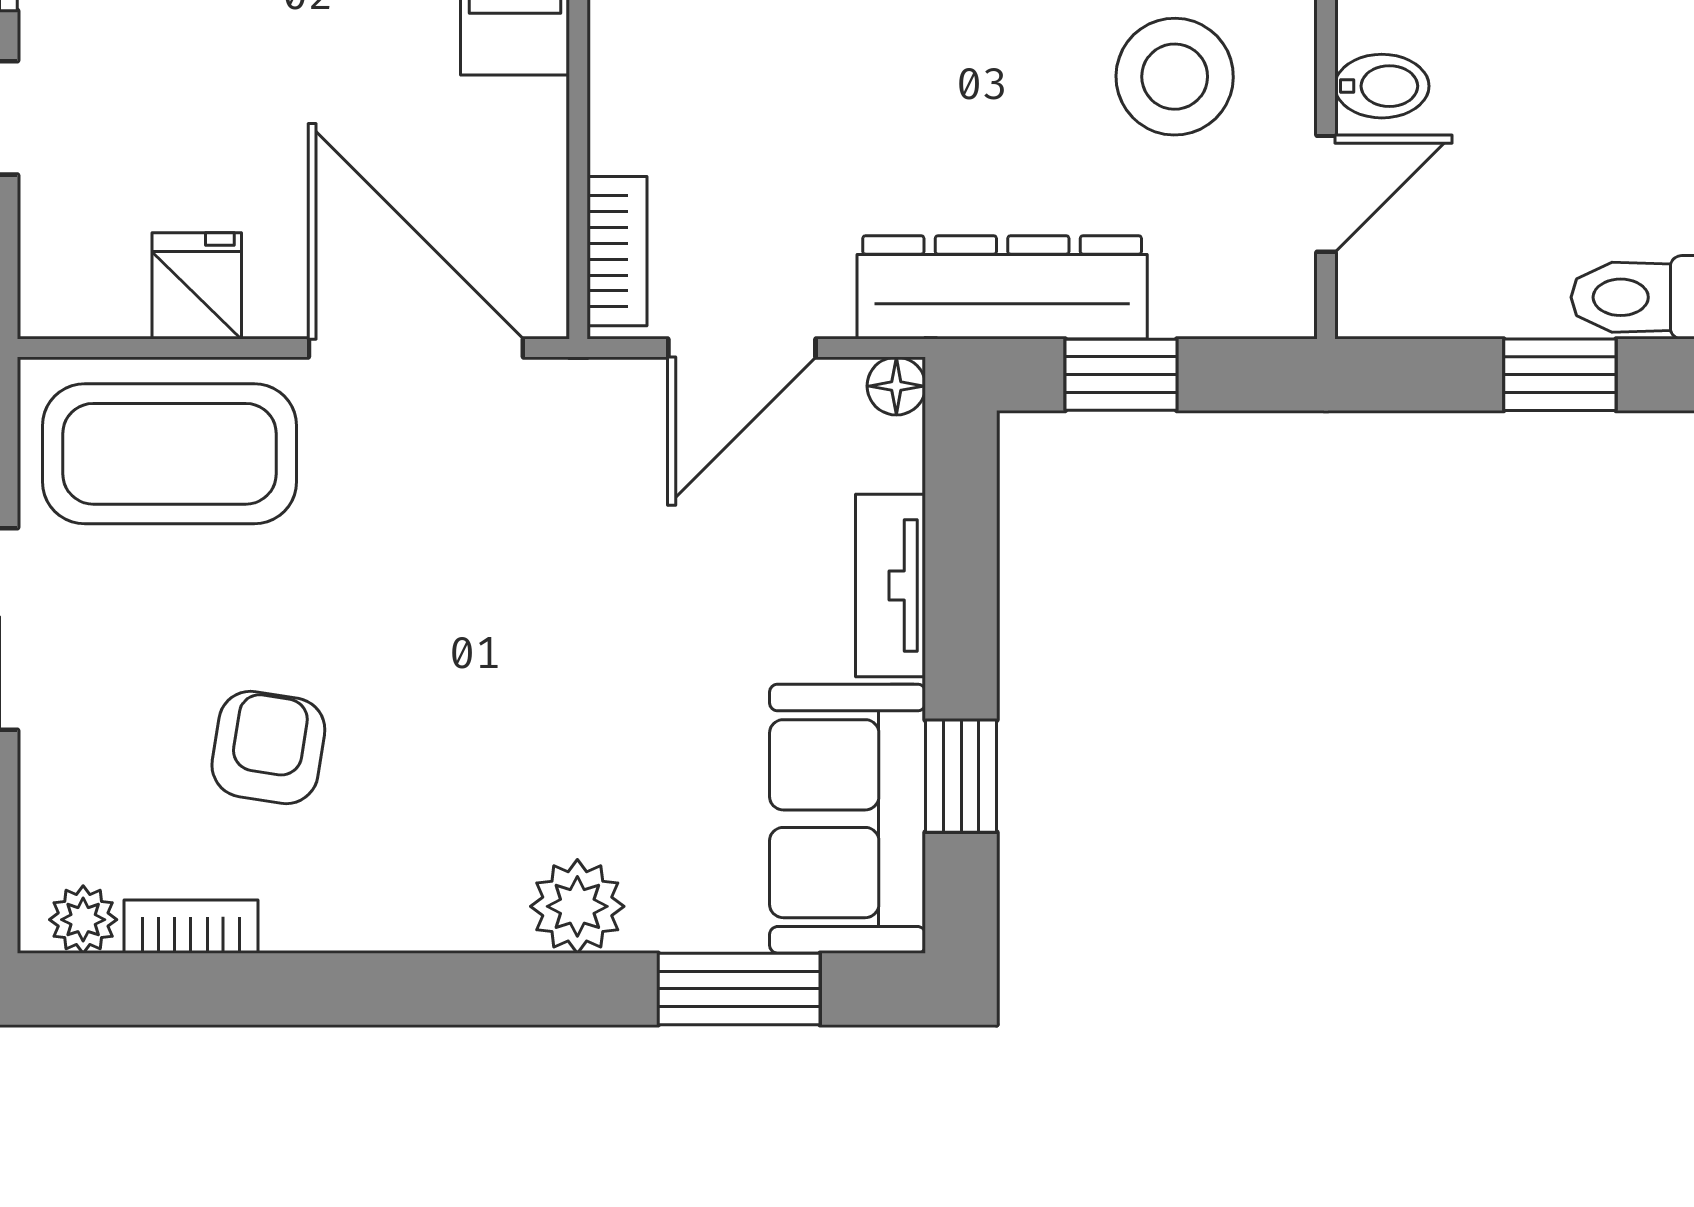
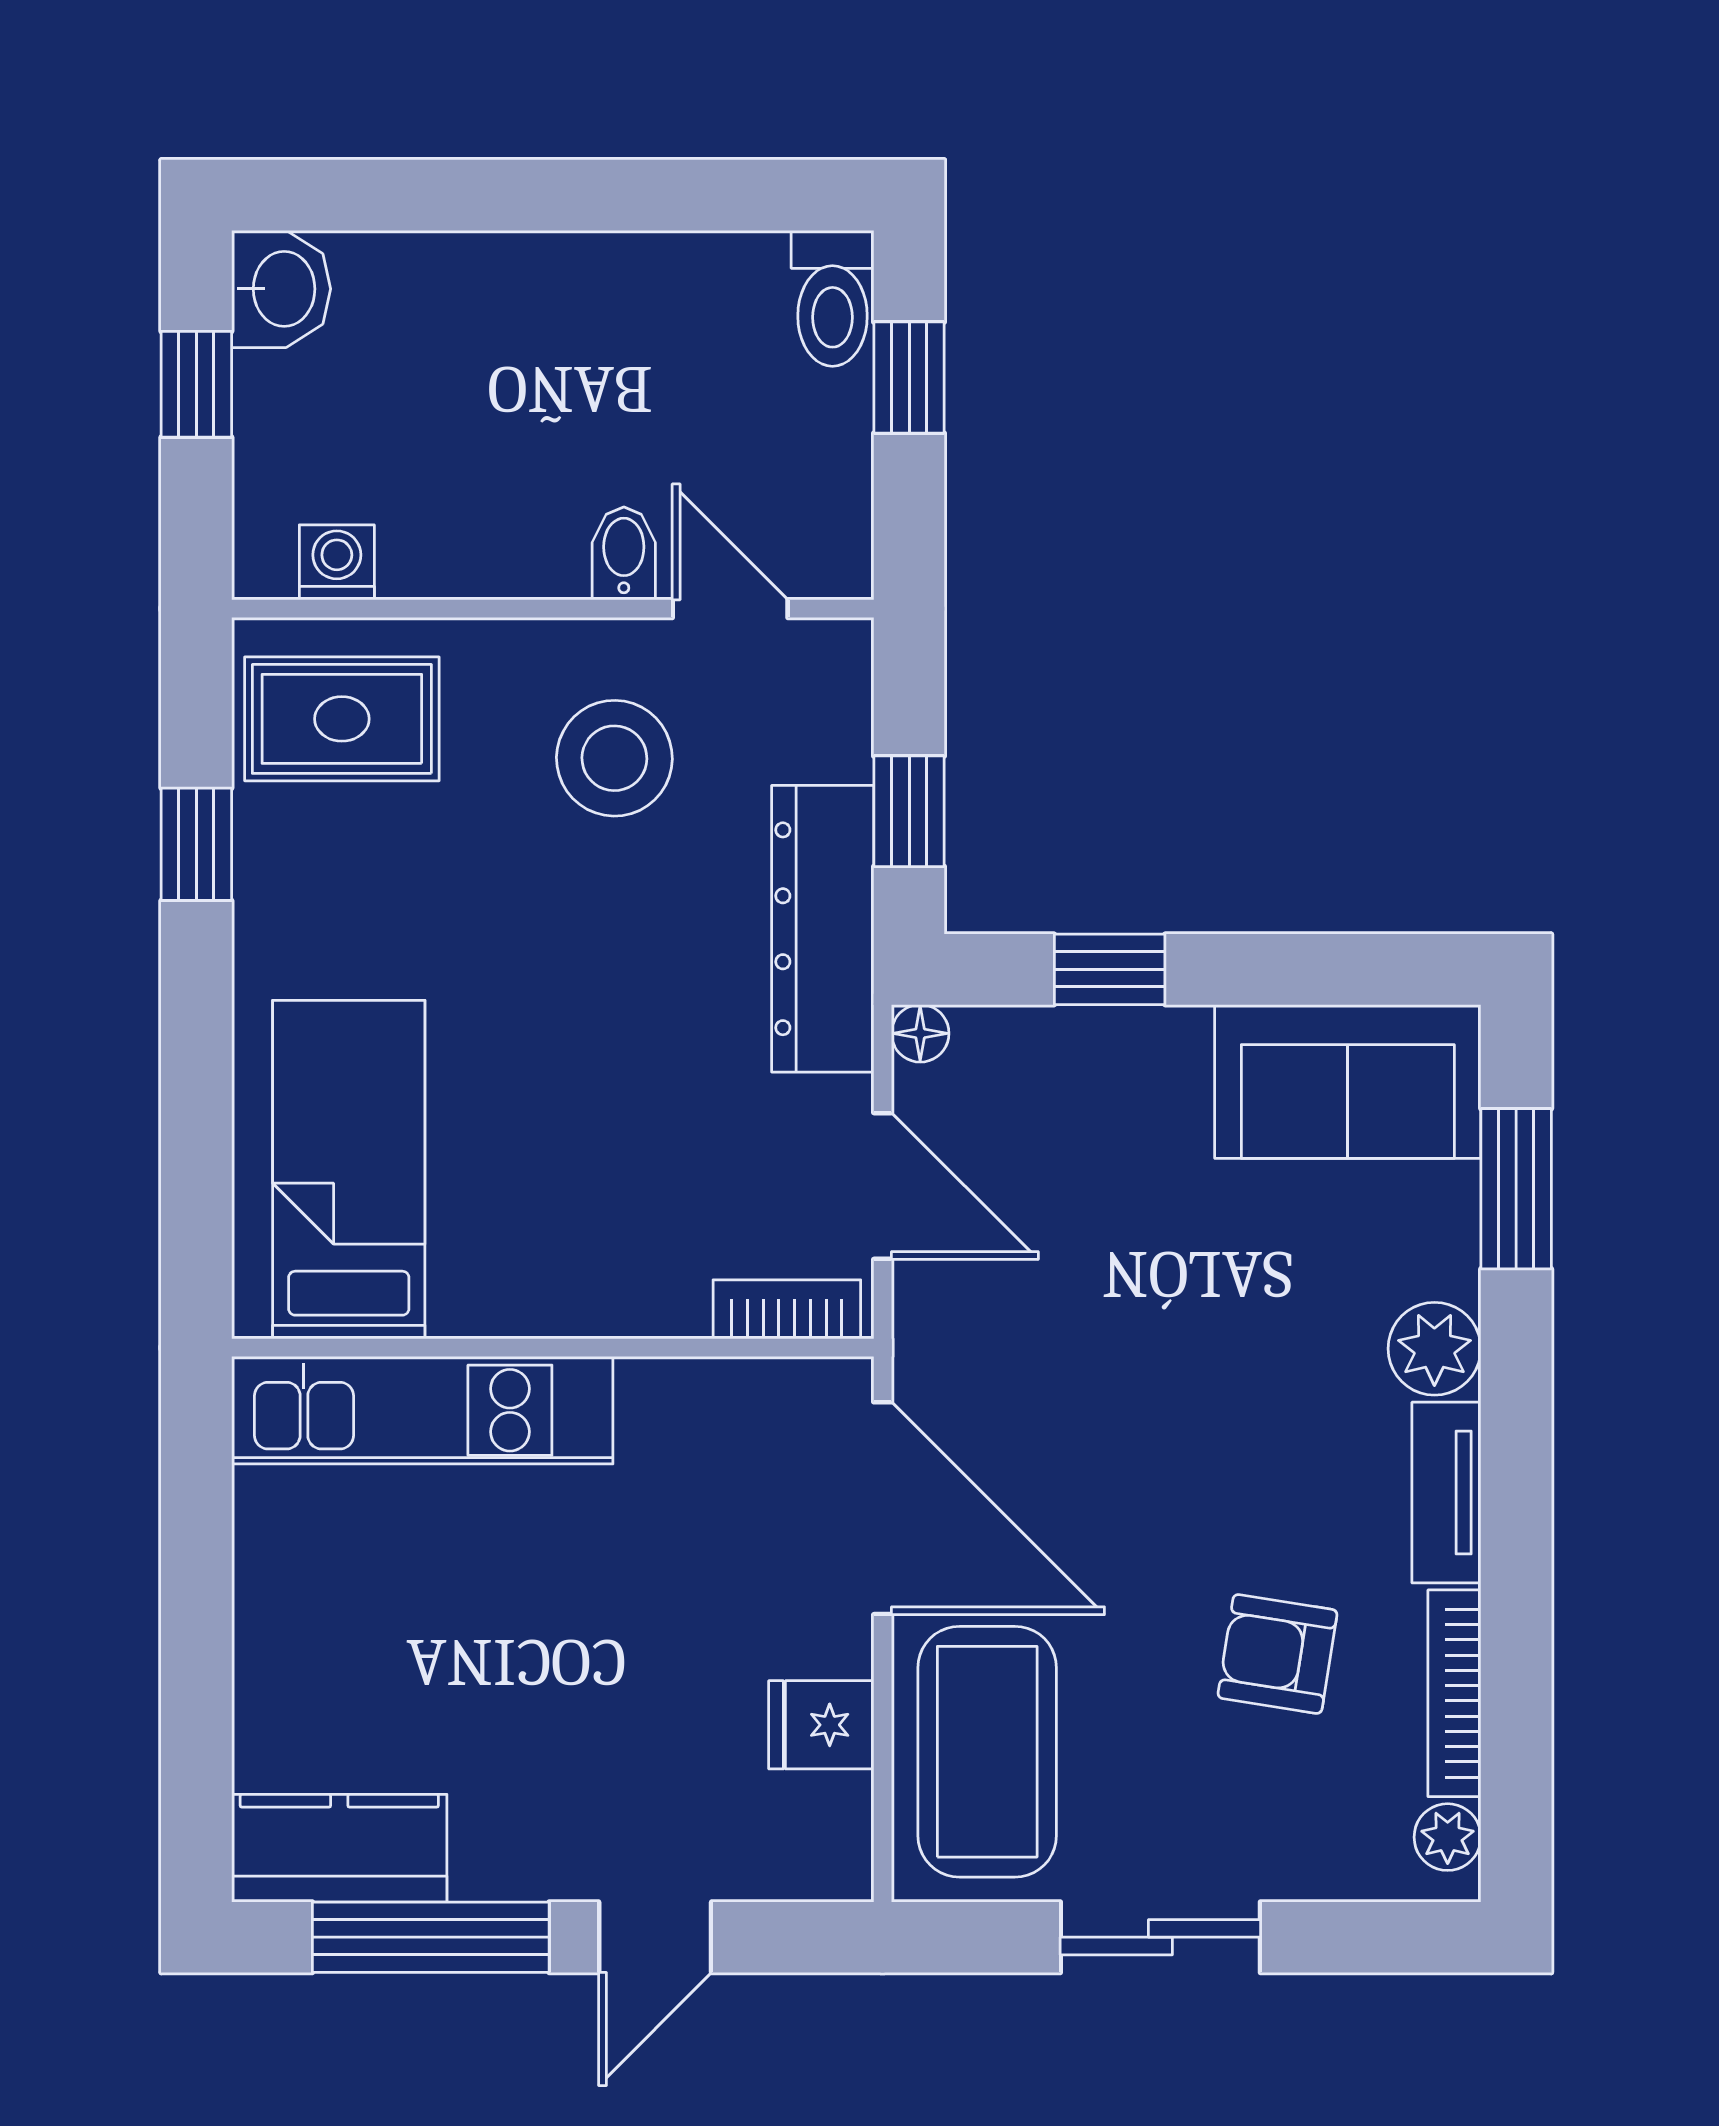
door: (416, 348) -> (883, 1508), swing flipped
tv unit: (891, 585) -> (1446, 1493), moved, turned 90
window: (961, 776) -> (1110, 969), moved
bookcase: (191, 927) -> (1454, 1693), width x1.56

